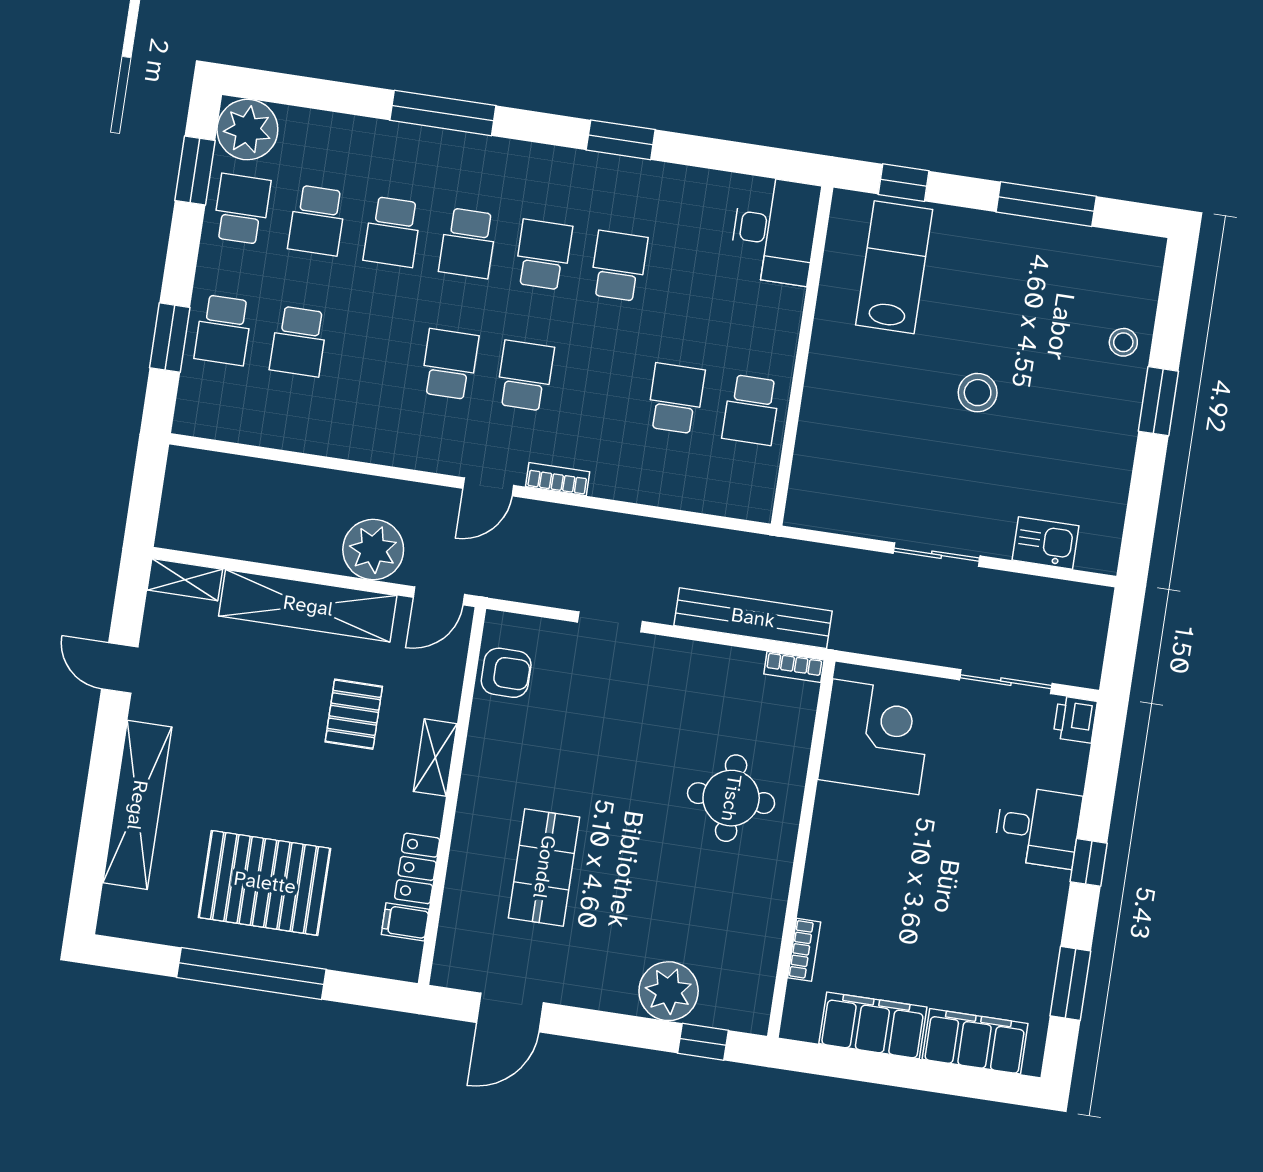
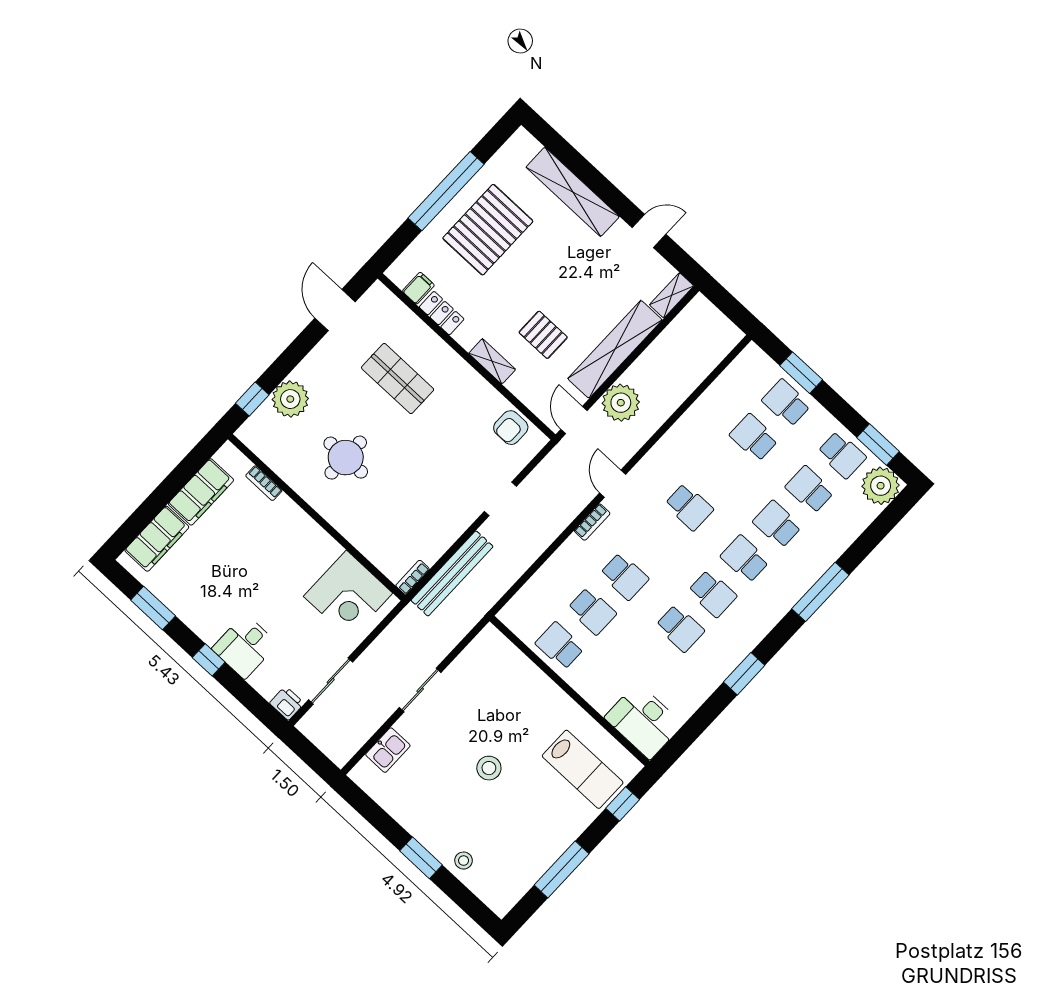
school desk: (525, 376) -> (624, 576), moved
round table: (731, 798) -> (346, 458), moved

